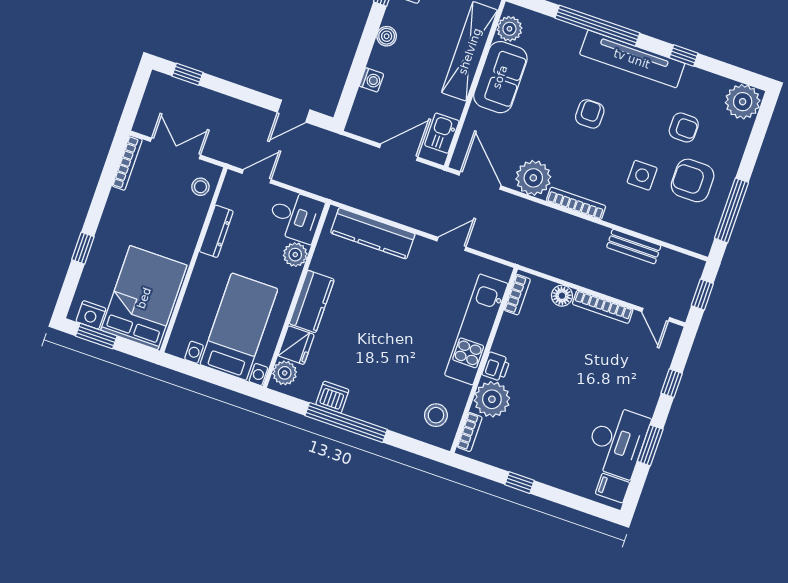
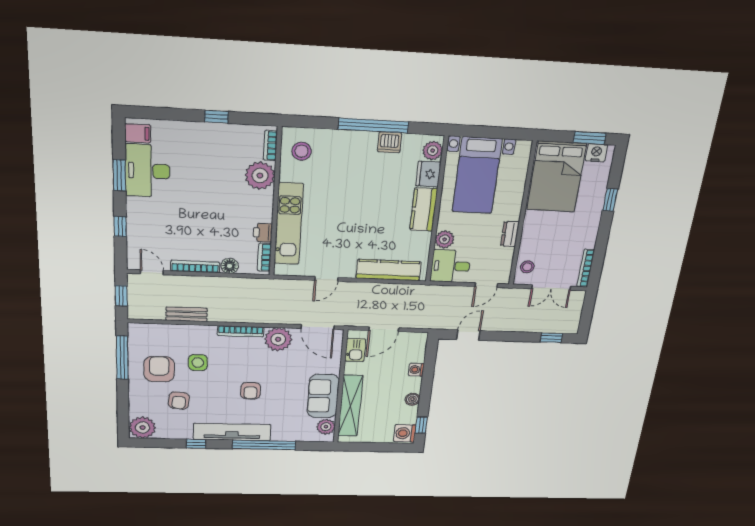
armchair: (684, 127) -> (179, 401), turned -85
armchair: (693, 180) -> (159, 369), turned -90
dresser: (216, 231) -> (510, 234), width x0.70
printer: (496, 367) -> (263, 233), moved

